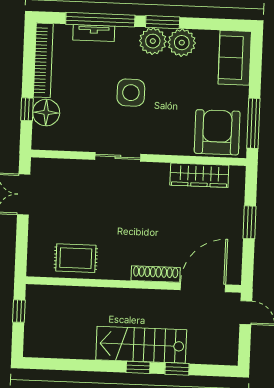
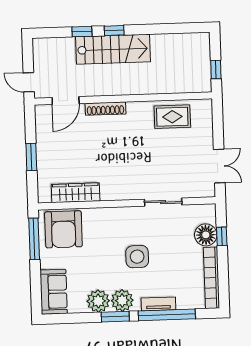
tv unit: (94, 33) -> (158, 304), moved
sliding door: (118, 157) -> (163, 202), moved
door: (203, 287) -> (66, 101), width x0.73

